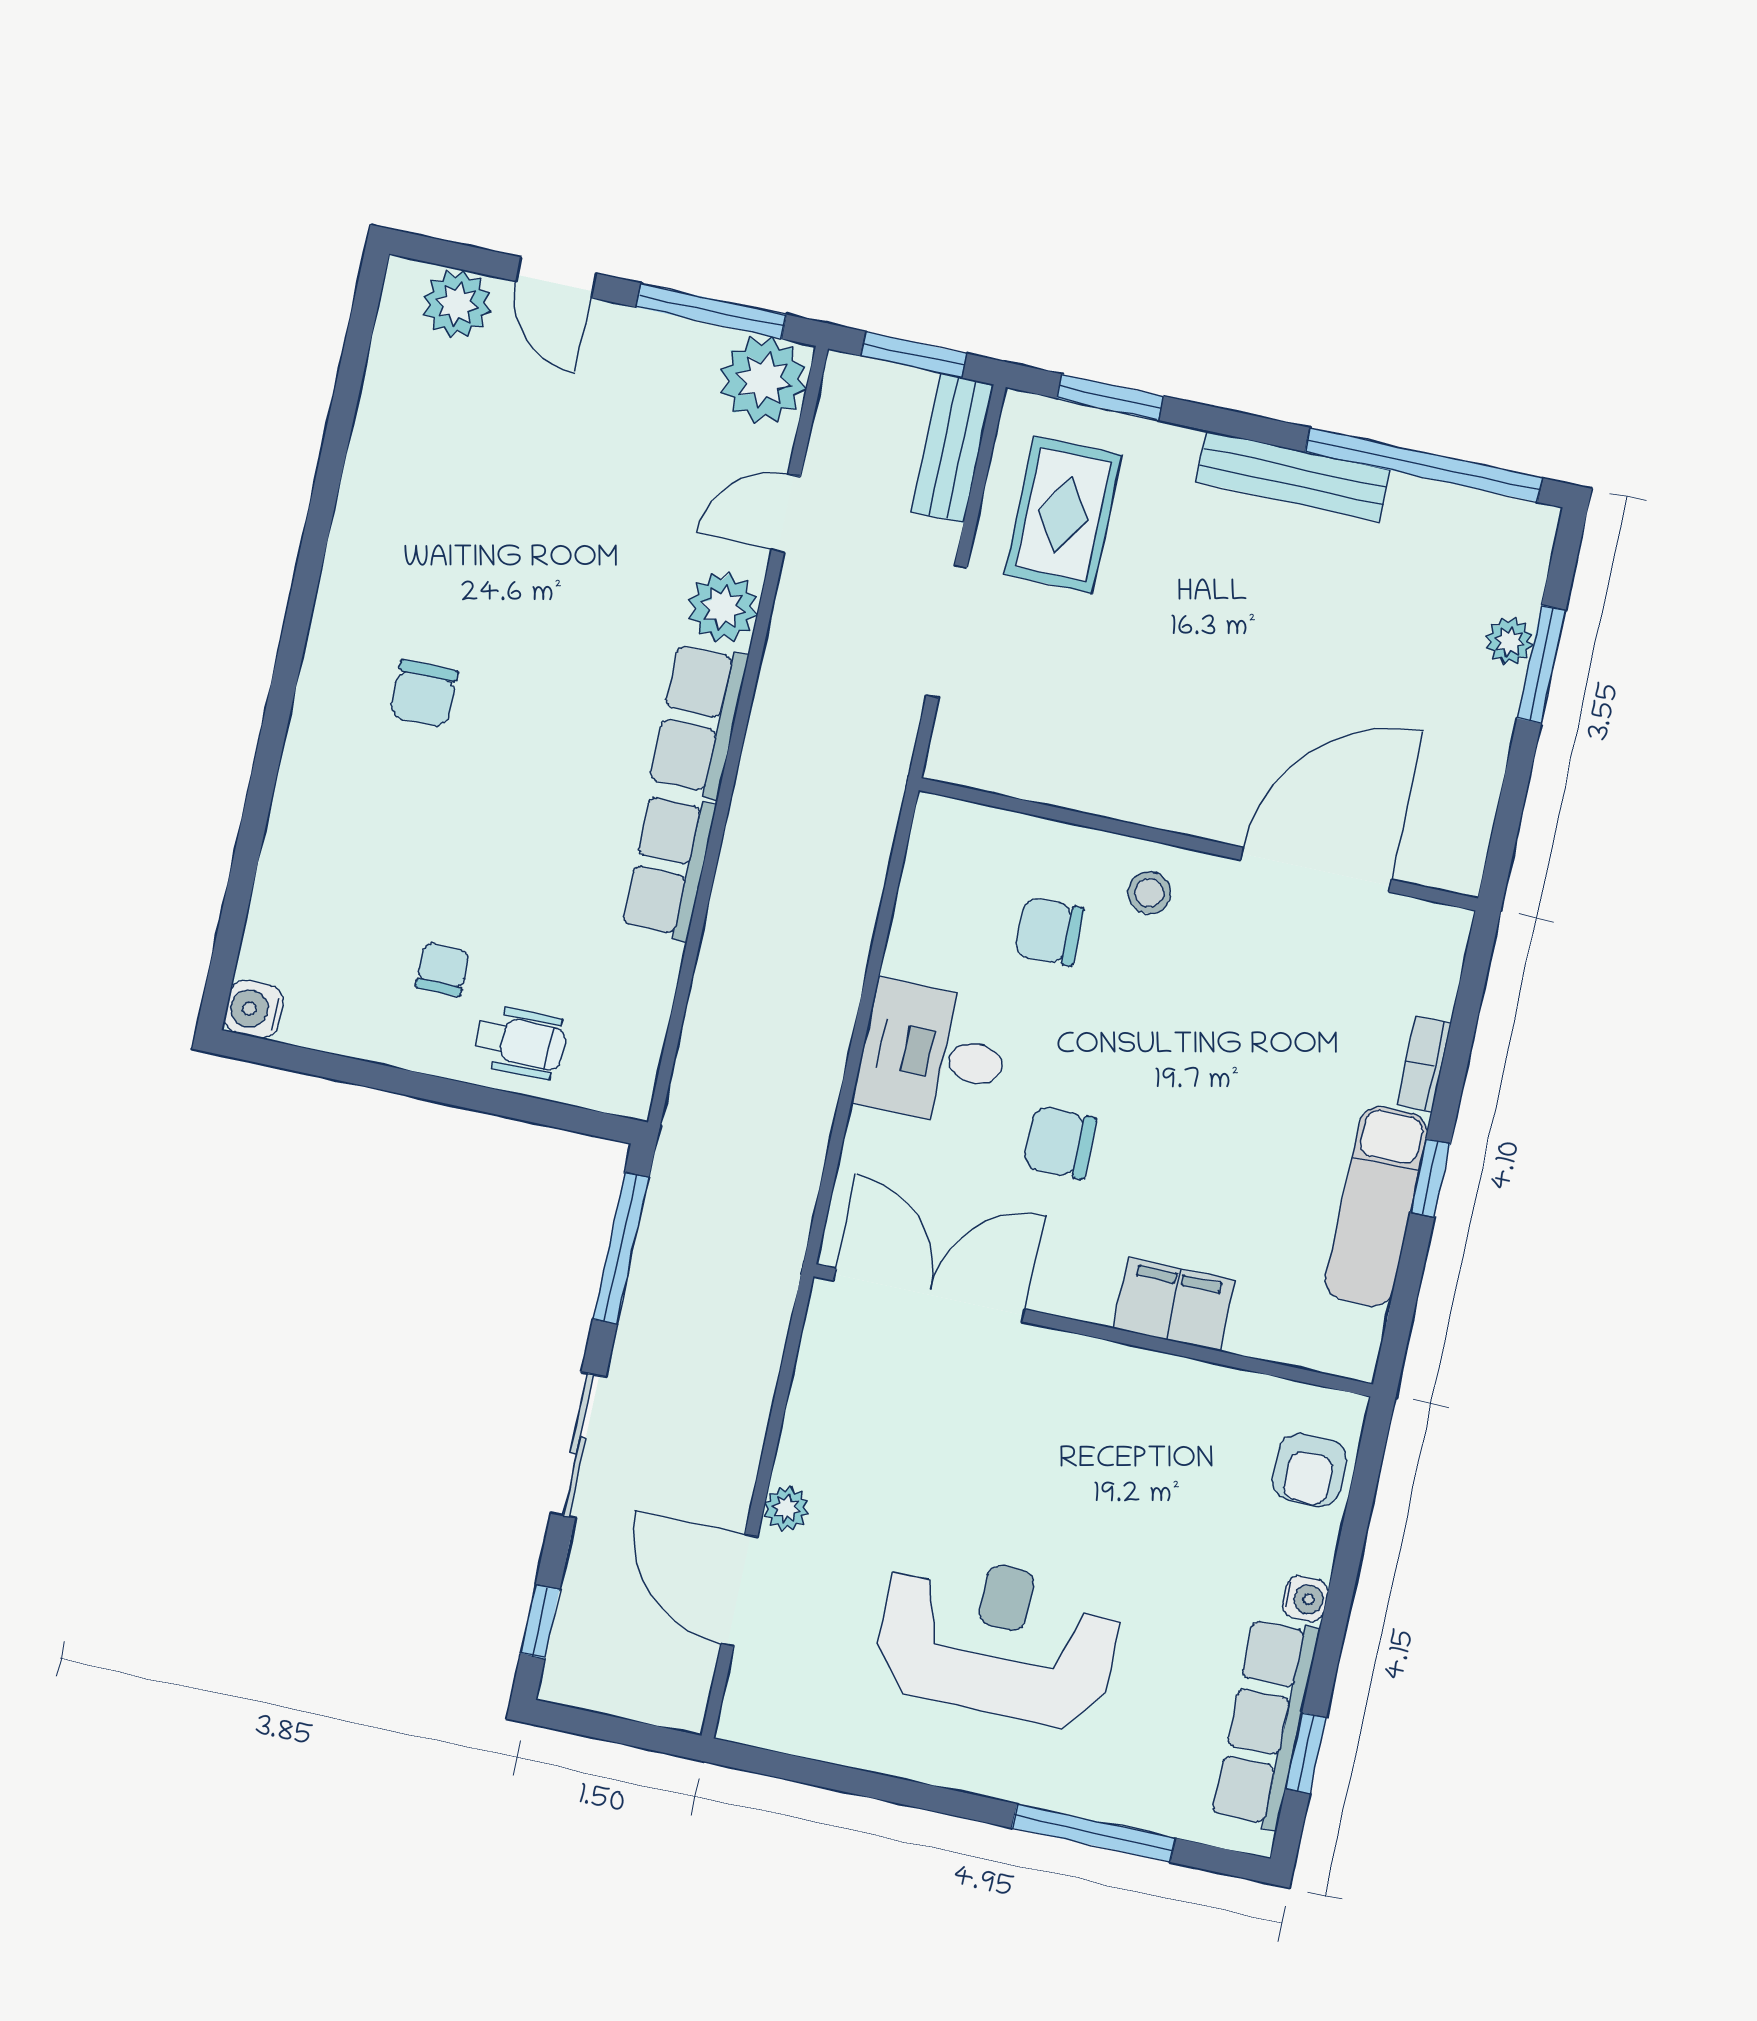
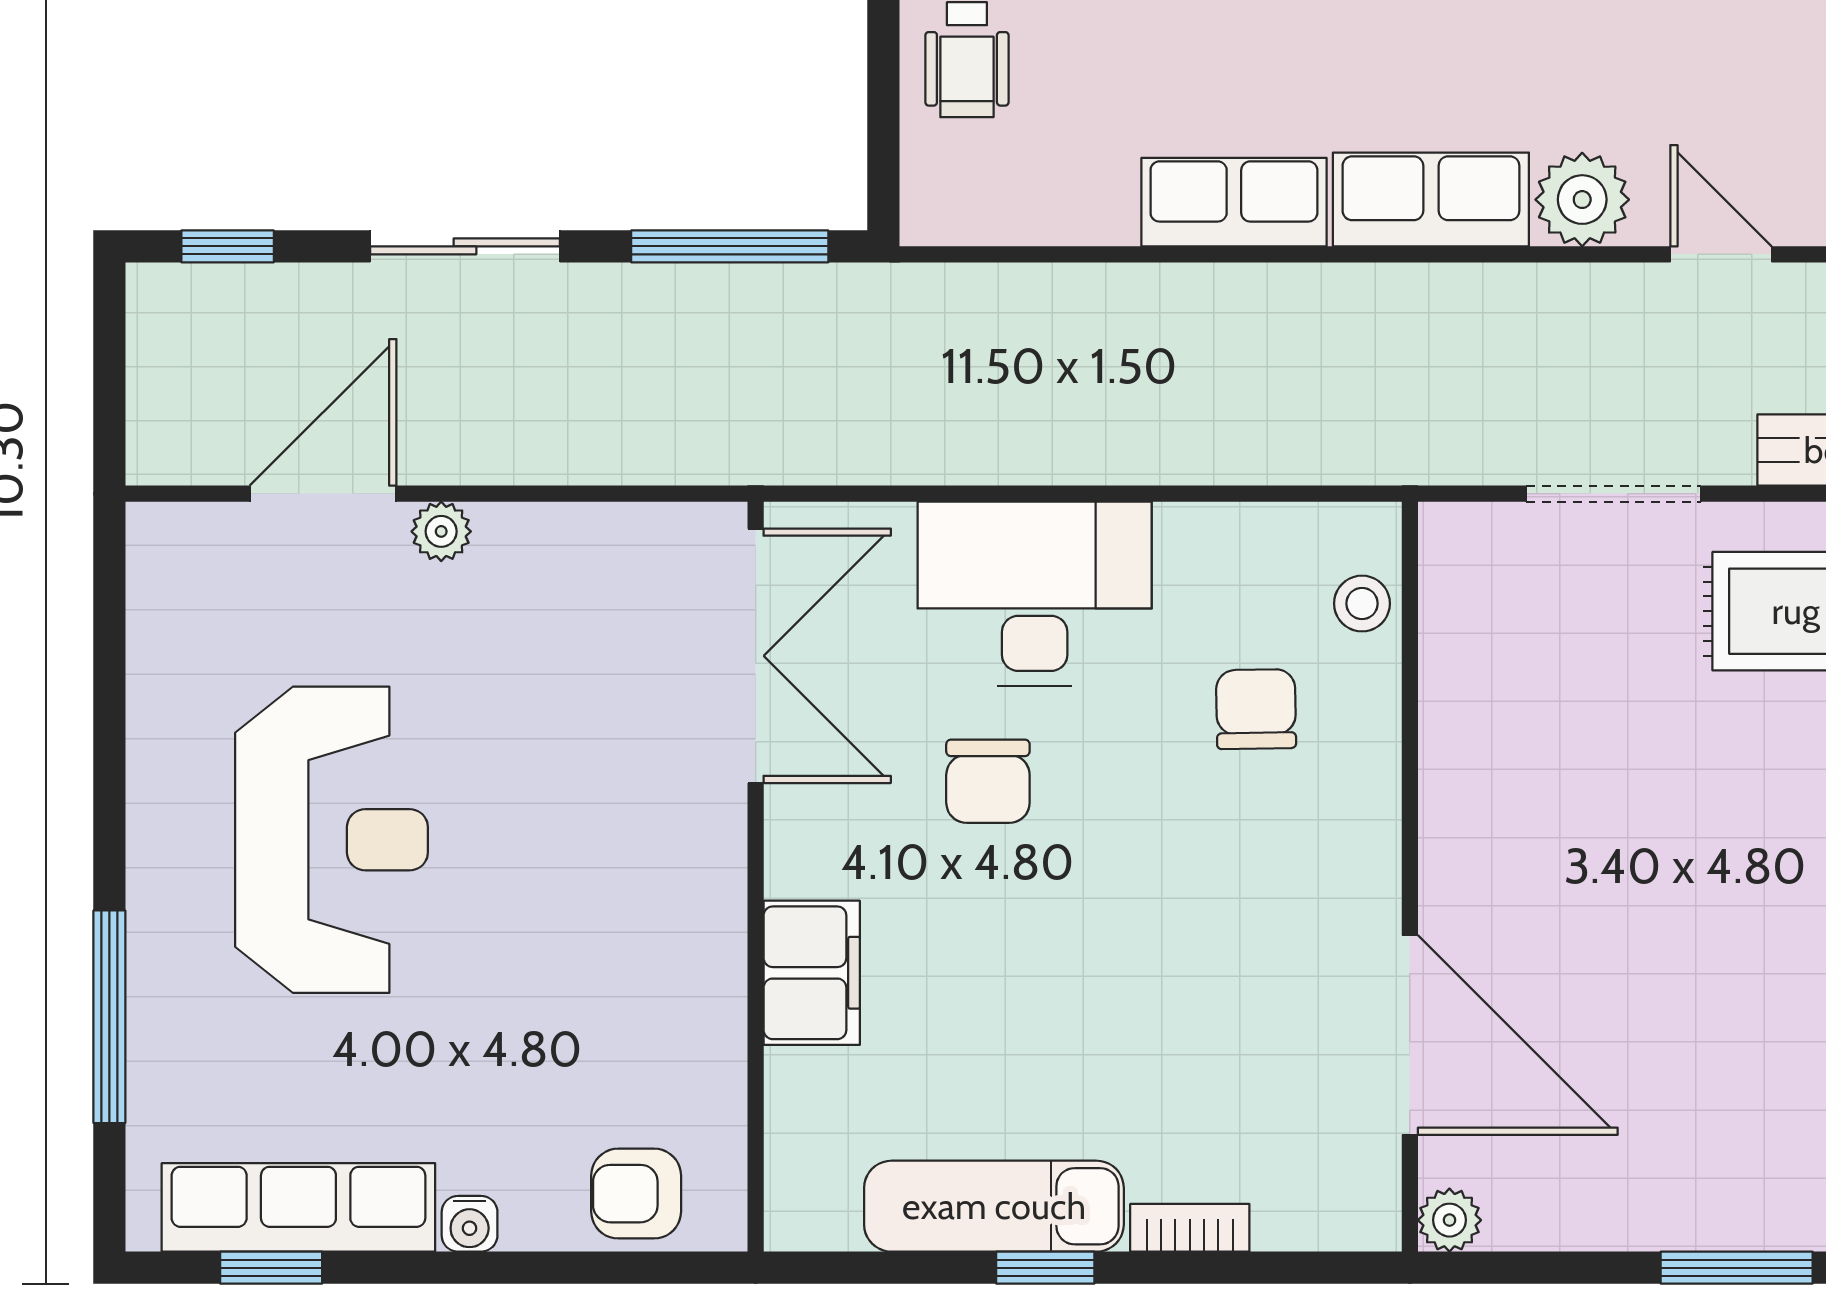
plant: (1509, 641) -> (1449, 1220), moved
stool: (1149, 893) -> (1362, 604), moved
desk: (933, 1054) -> (1035, 594), width x1.37
chair: (1060, 1142) -> (988, 781), turned 180

